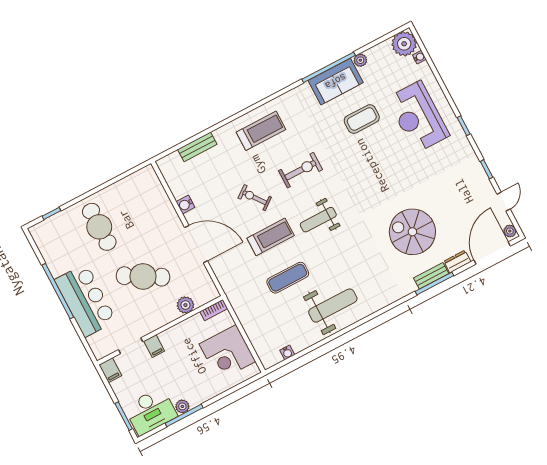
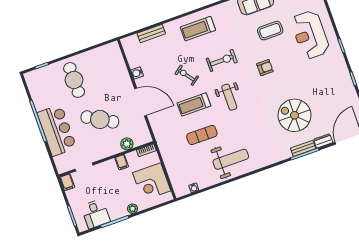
treadmill: (261, 131) -> (198, 29), turned 180
armchair: (362, 171) -> (265, 68), added
weight bench: (318, 220) -> (229, 97), turned -90
treadmill: (271, 237) -> (194, 104), turned 180
filing cabinet: (154, 346) -> (122, 162), moved
plant: (182, 406) -> (133, 209), moved
desk: (151, 411) -> (96, 214), width x0.73

